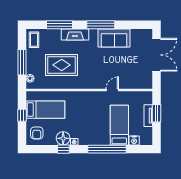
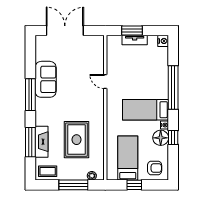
fireplace: (75, 34) -> (42, 142), moved
bed: (119, 125) -> (146, 110), moved
nightstand: (134, 140) -> (163, 41), moved

